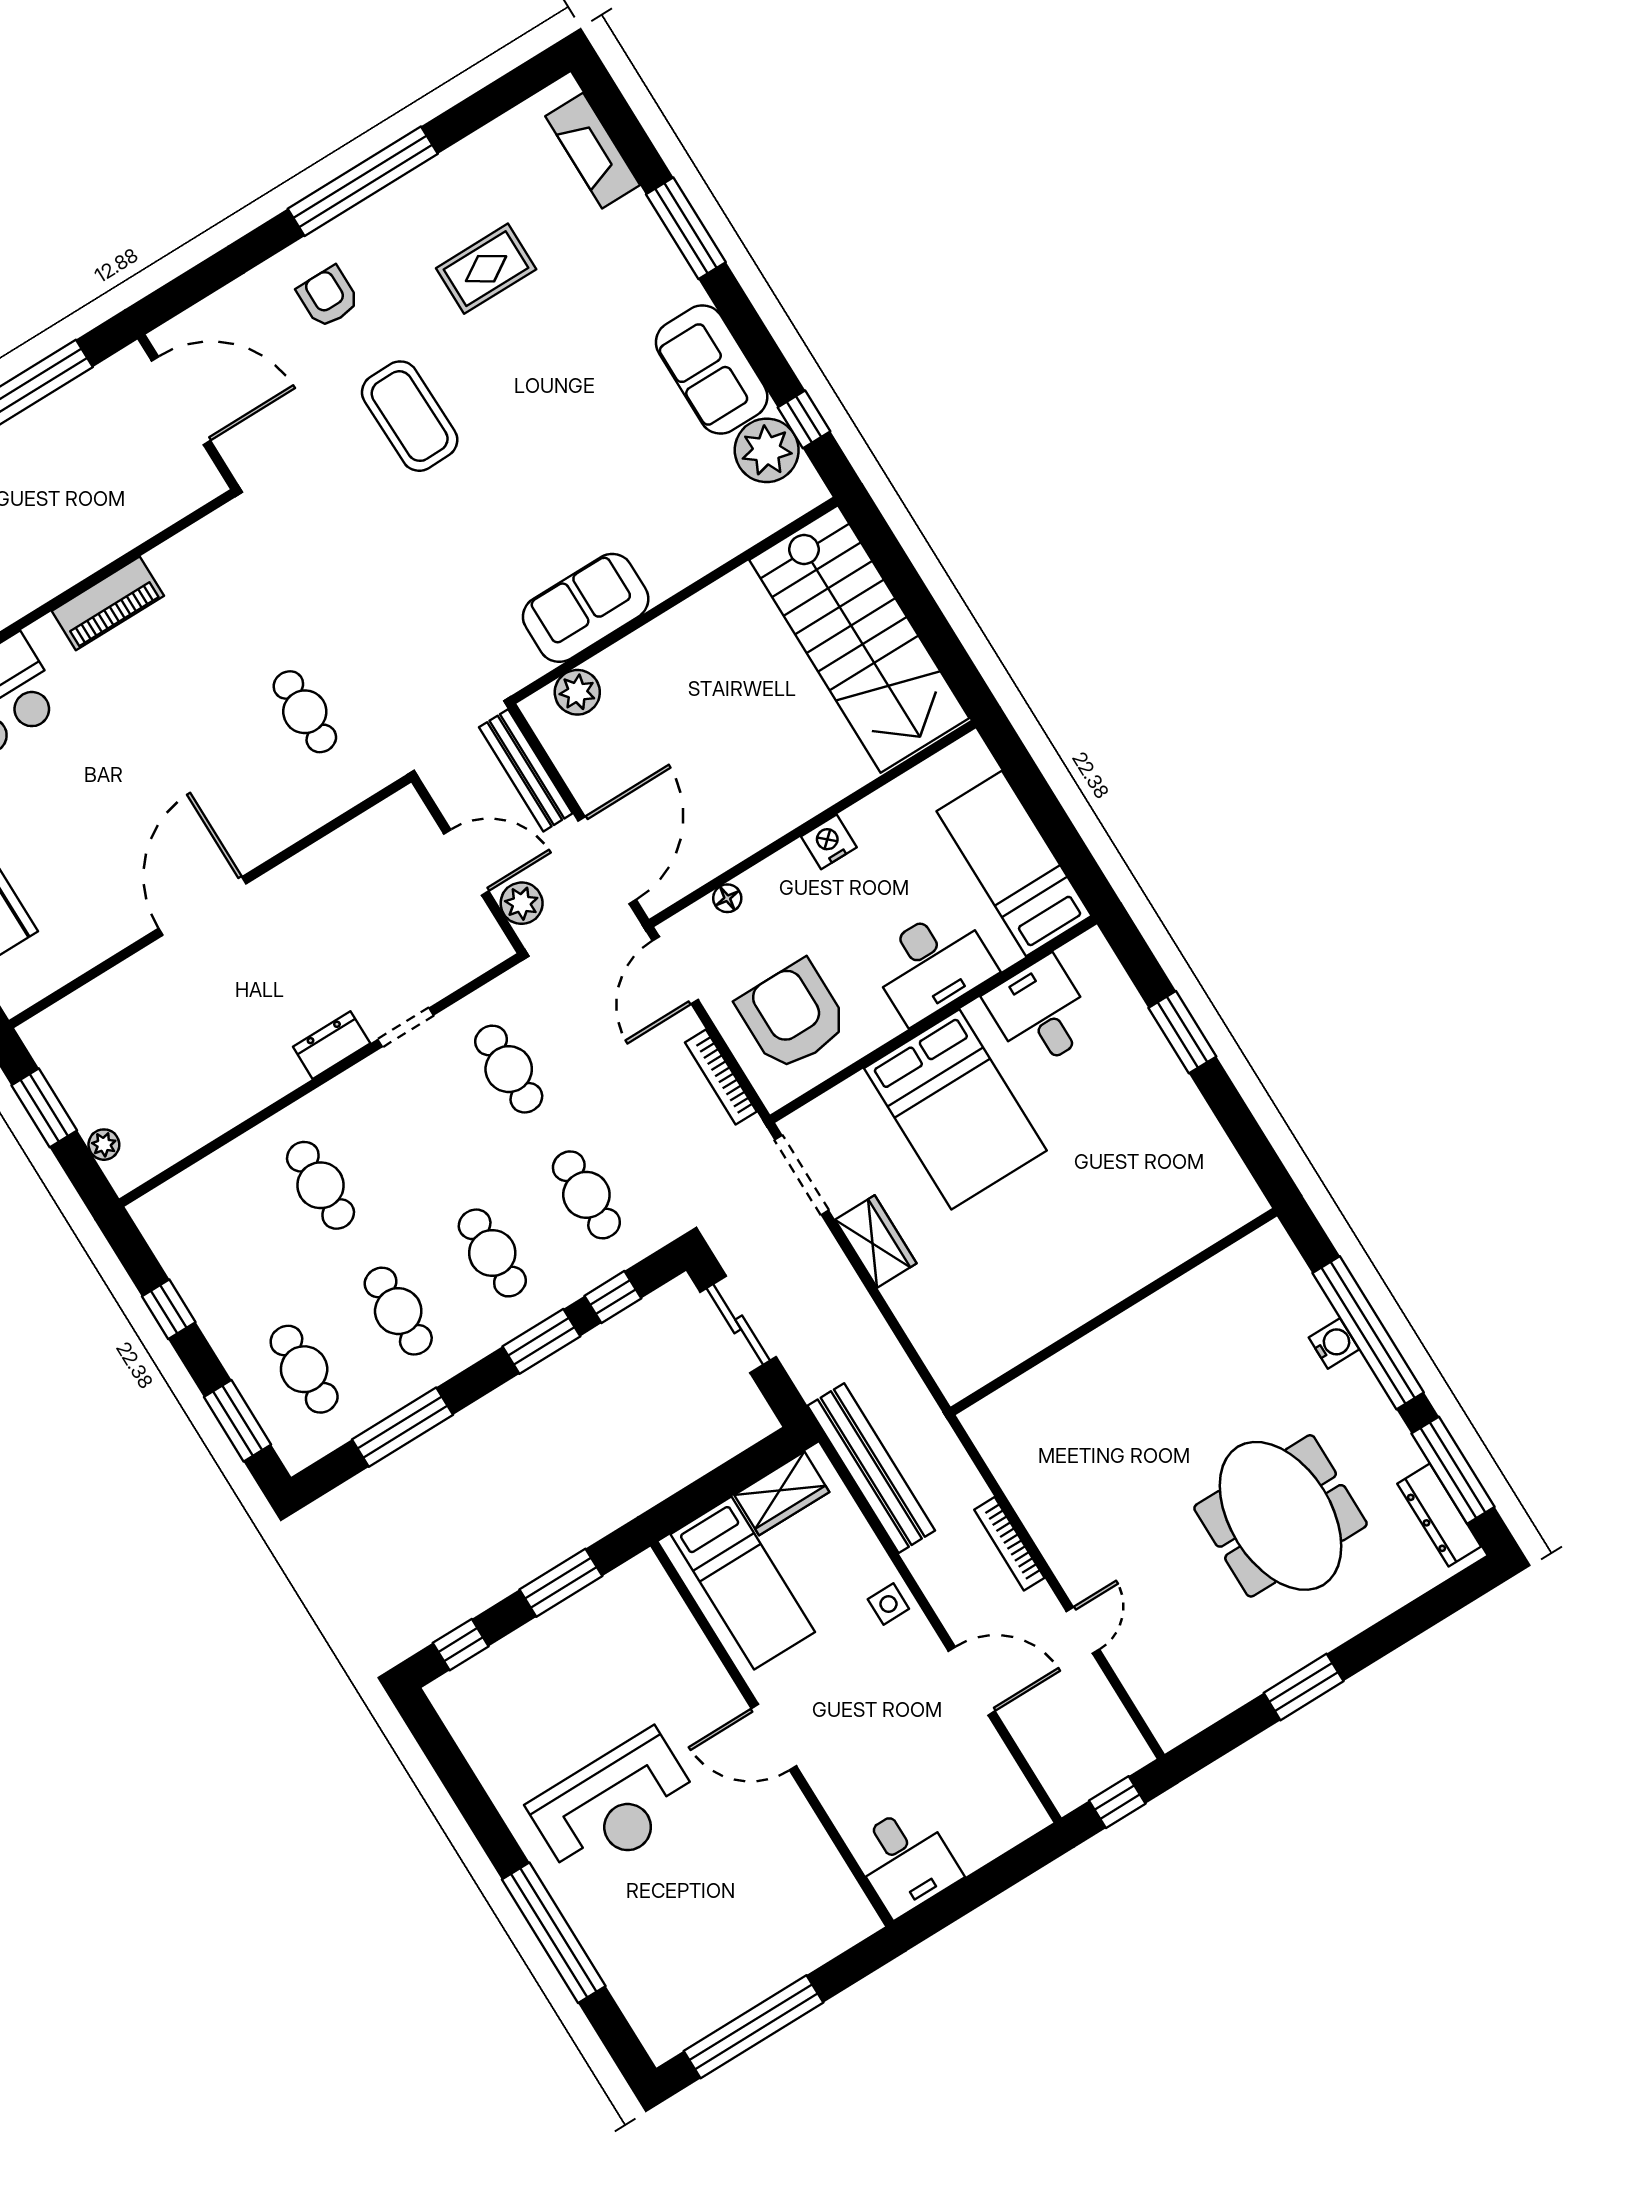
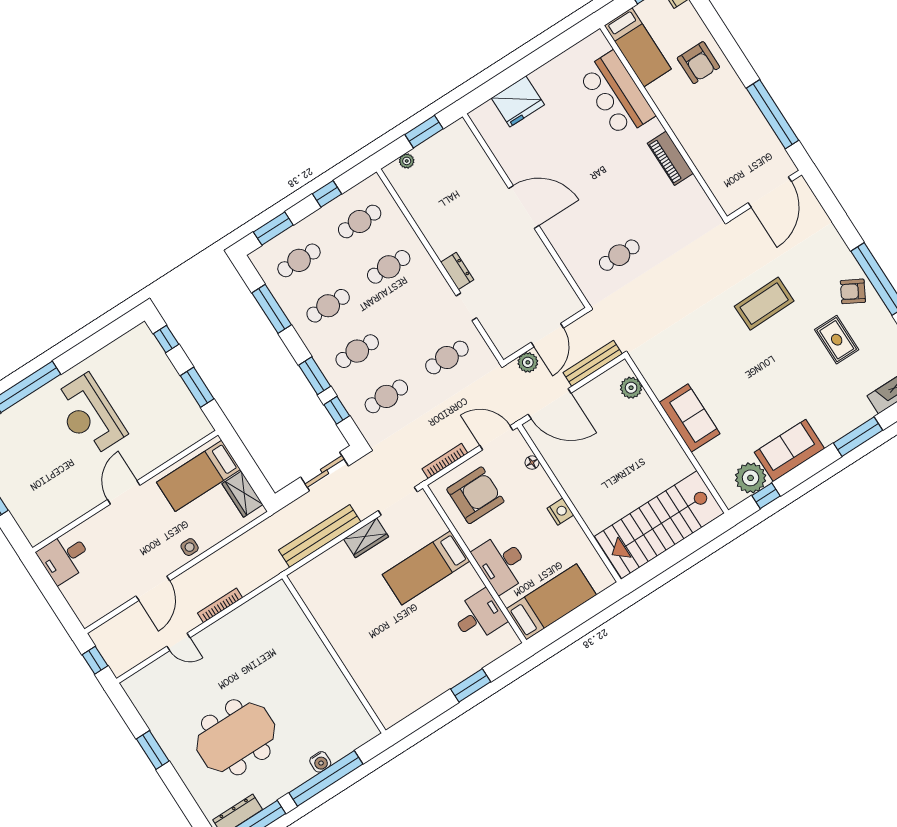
armchair: (328, 297) -> (853, 291), moved, turned -151
sofa: (586, 608) -> (690, 418), moved
bed: (955, 1109) -> (426, 568), width x0.67
cafe table: (226, 1243) -> (360, 221), added
bench: (871, 1468) -> (320, 536), moved

